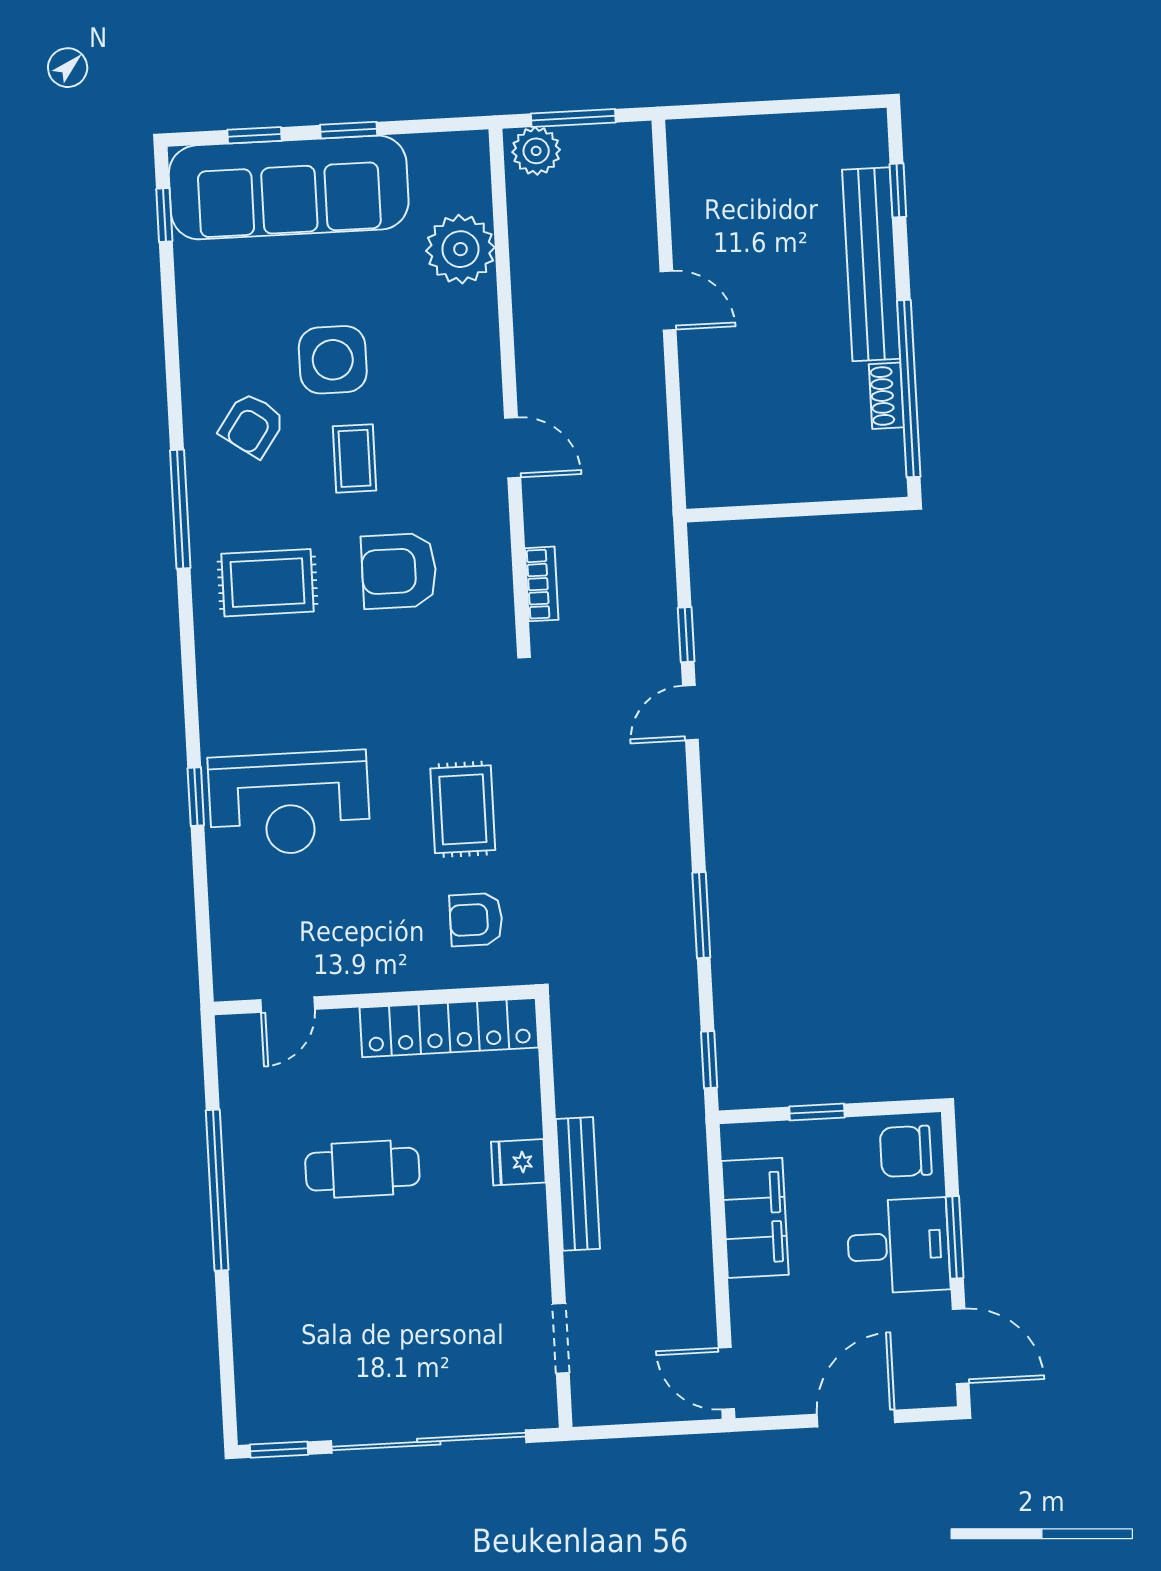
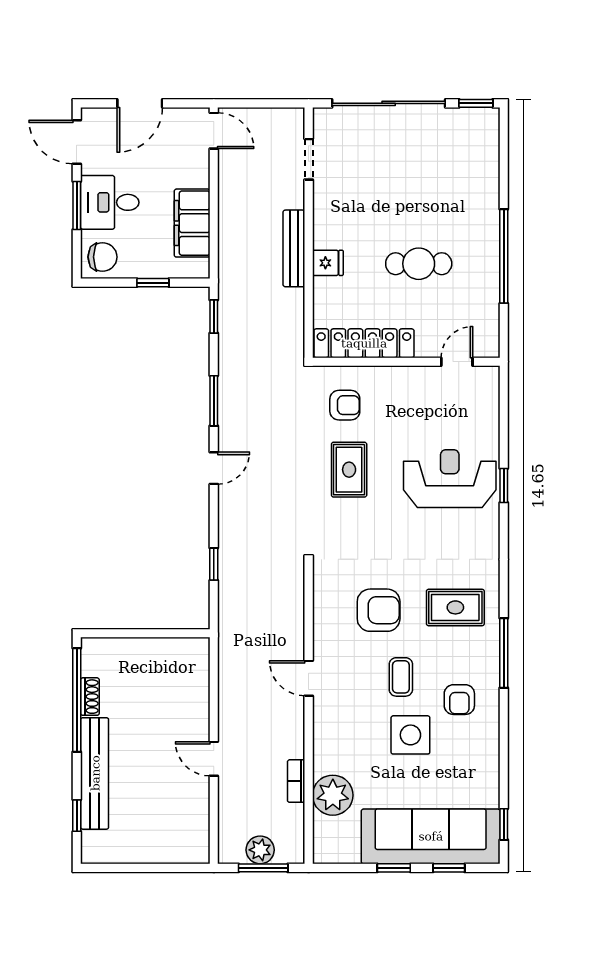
plant: (536, 151) -> (260, 850), moved
armchair: (252, 425) -> (459, 700), turned 145
bookcase: (542, 584) -> (296, 781), moved
door: (690, 713) -> (214, 468), moved

